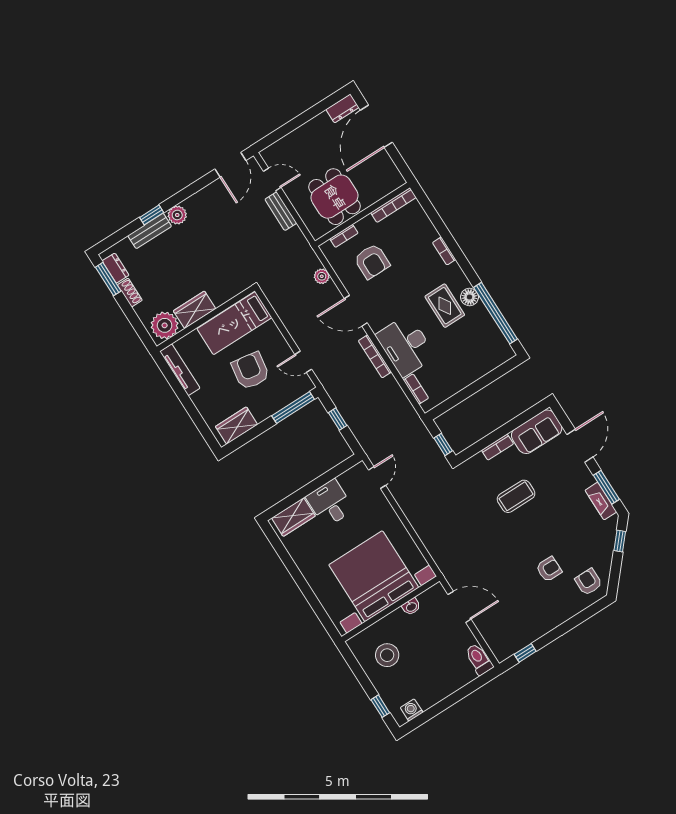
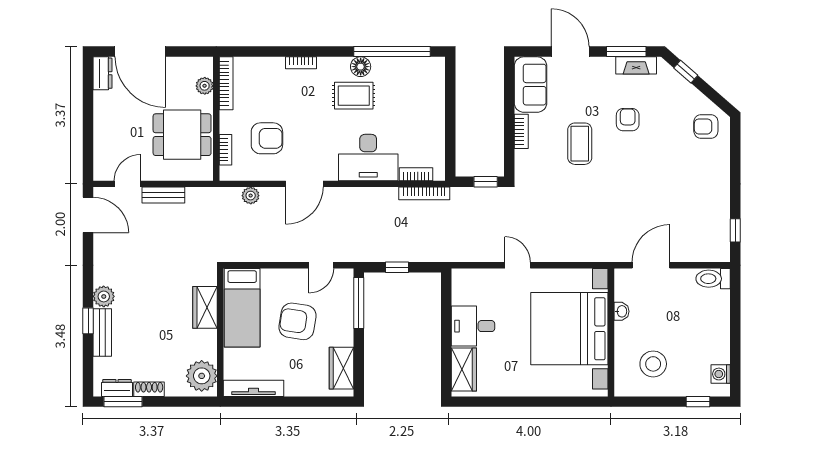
plant: (381, 190) -> (205, 86), added
wardrobe: (195, 310) -> (205, 307), moved
bookcase: (375, 356) -> (424, 193), moved
door: (377, 478) -> (518, 265), moved
armchair: (549, 569) -> (628, 120), moved

